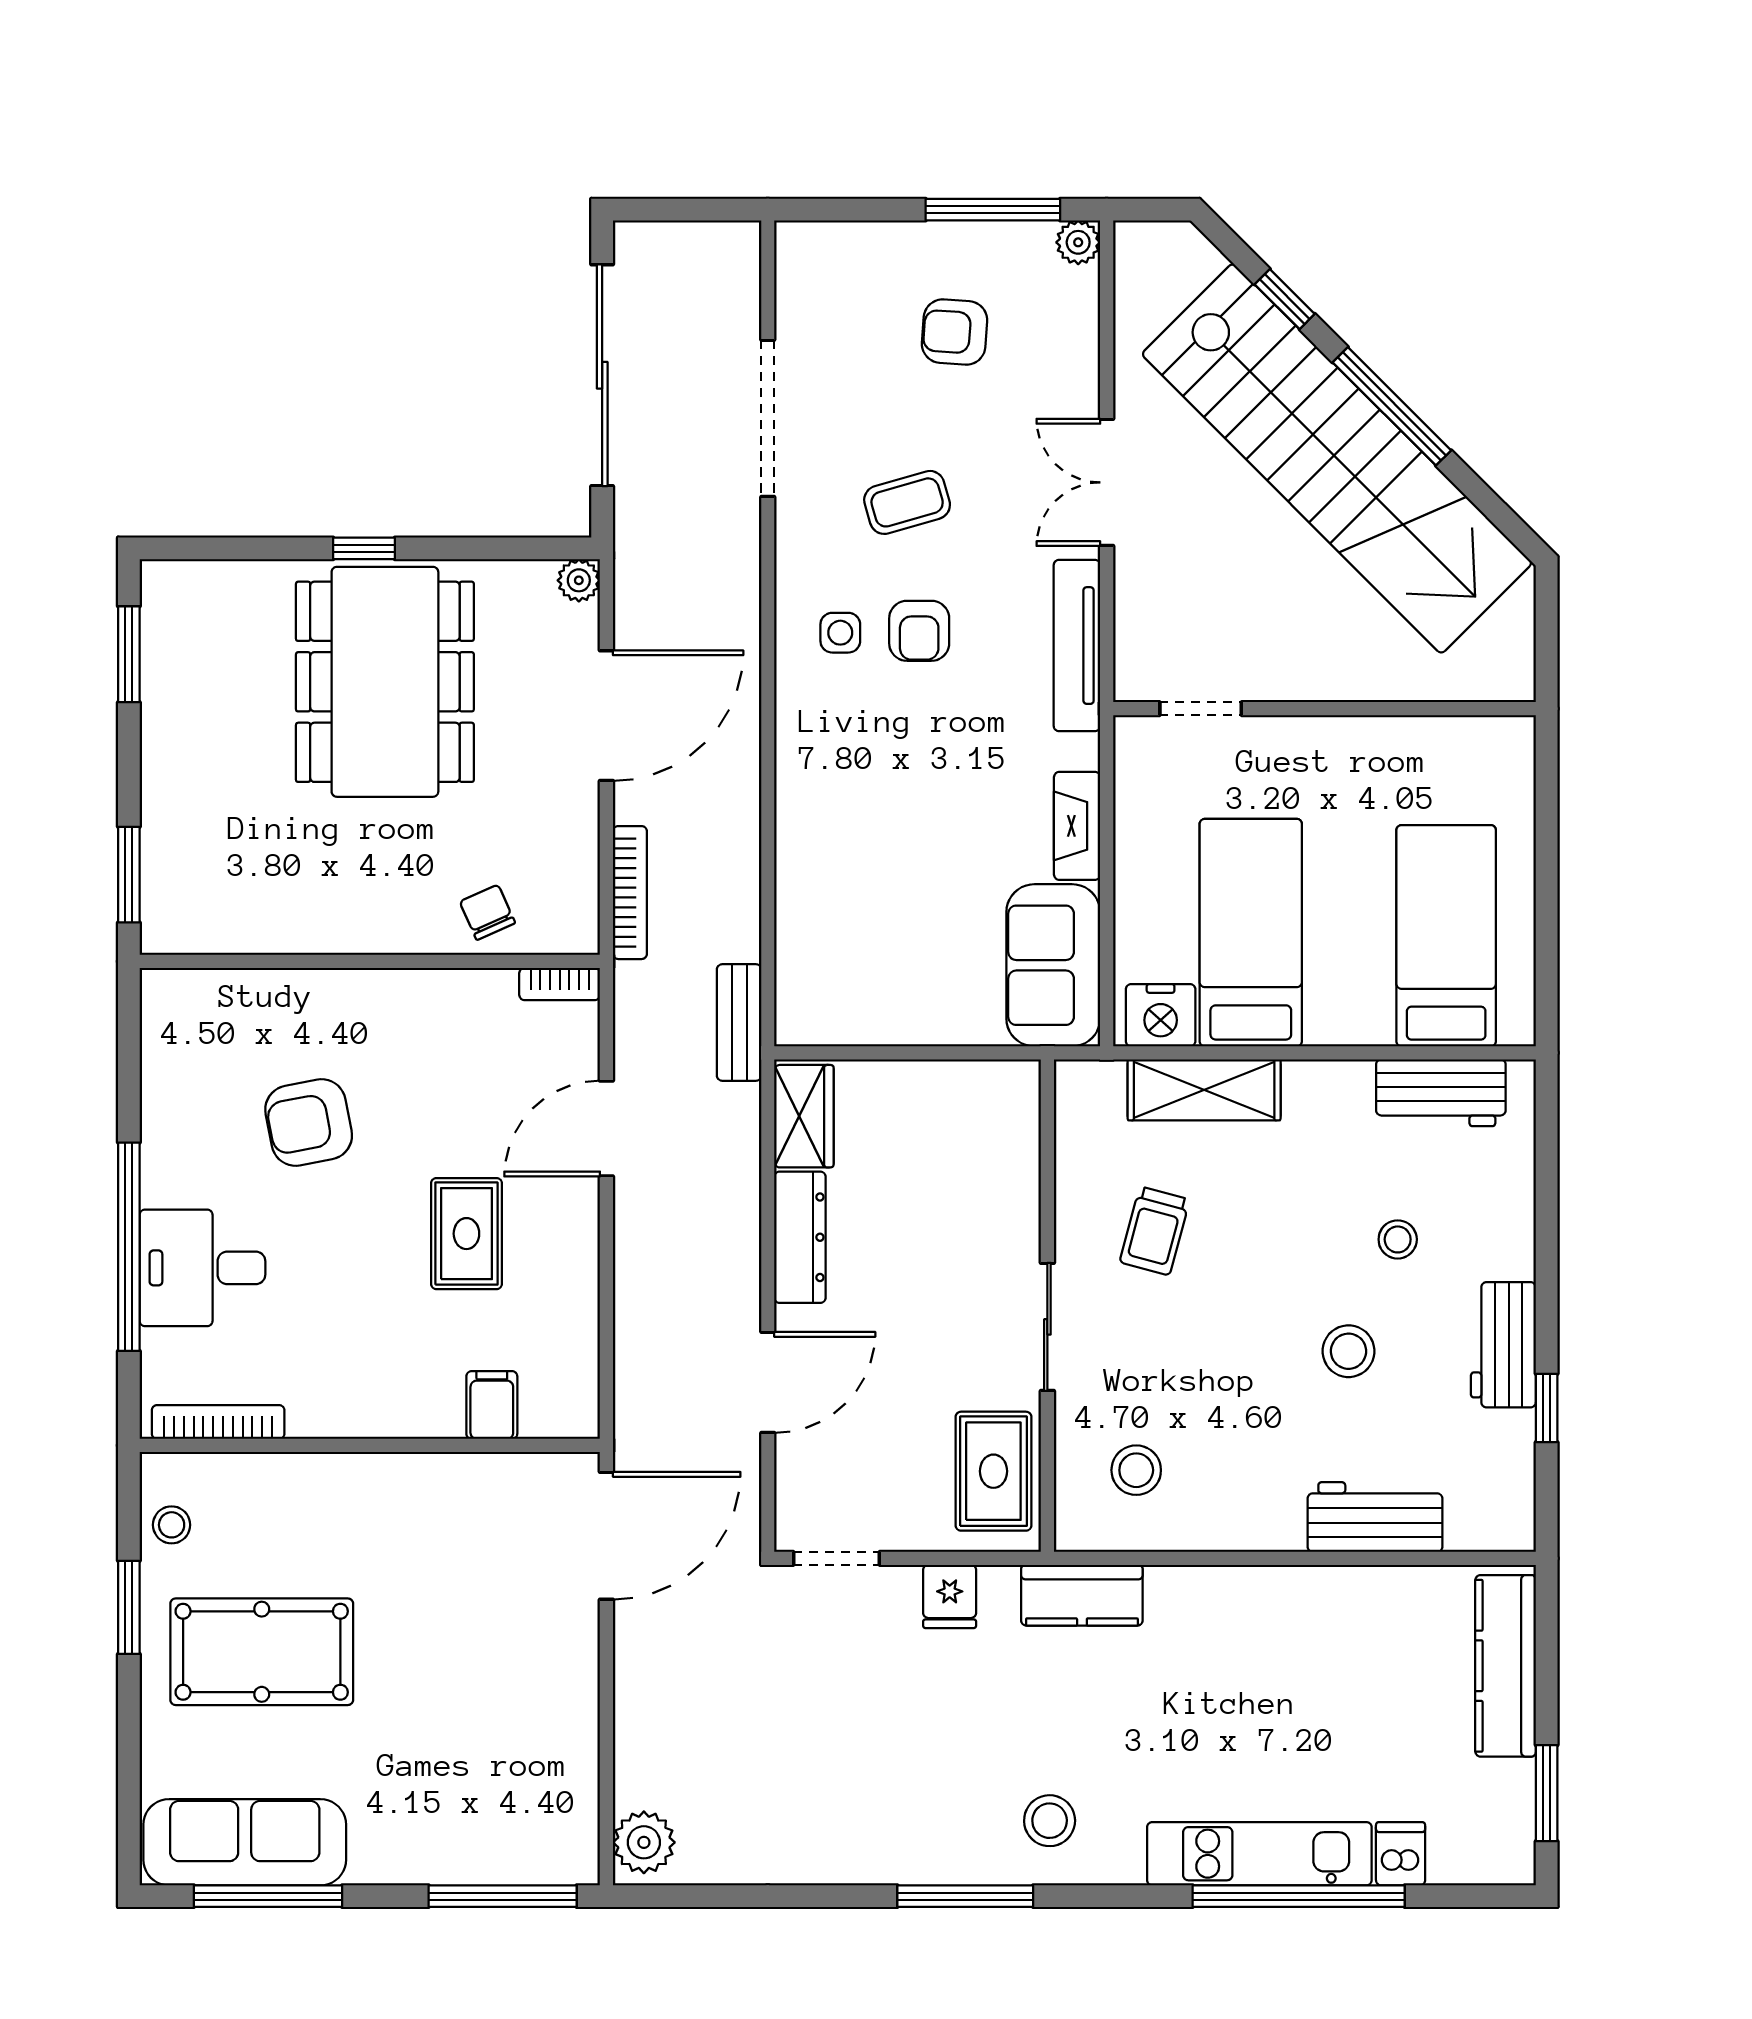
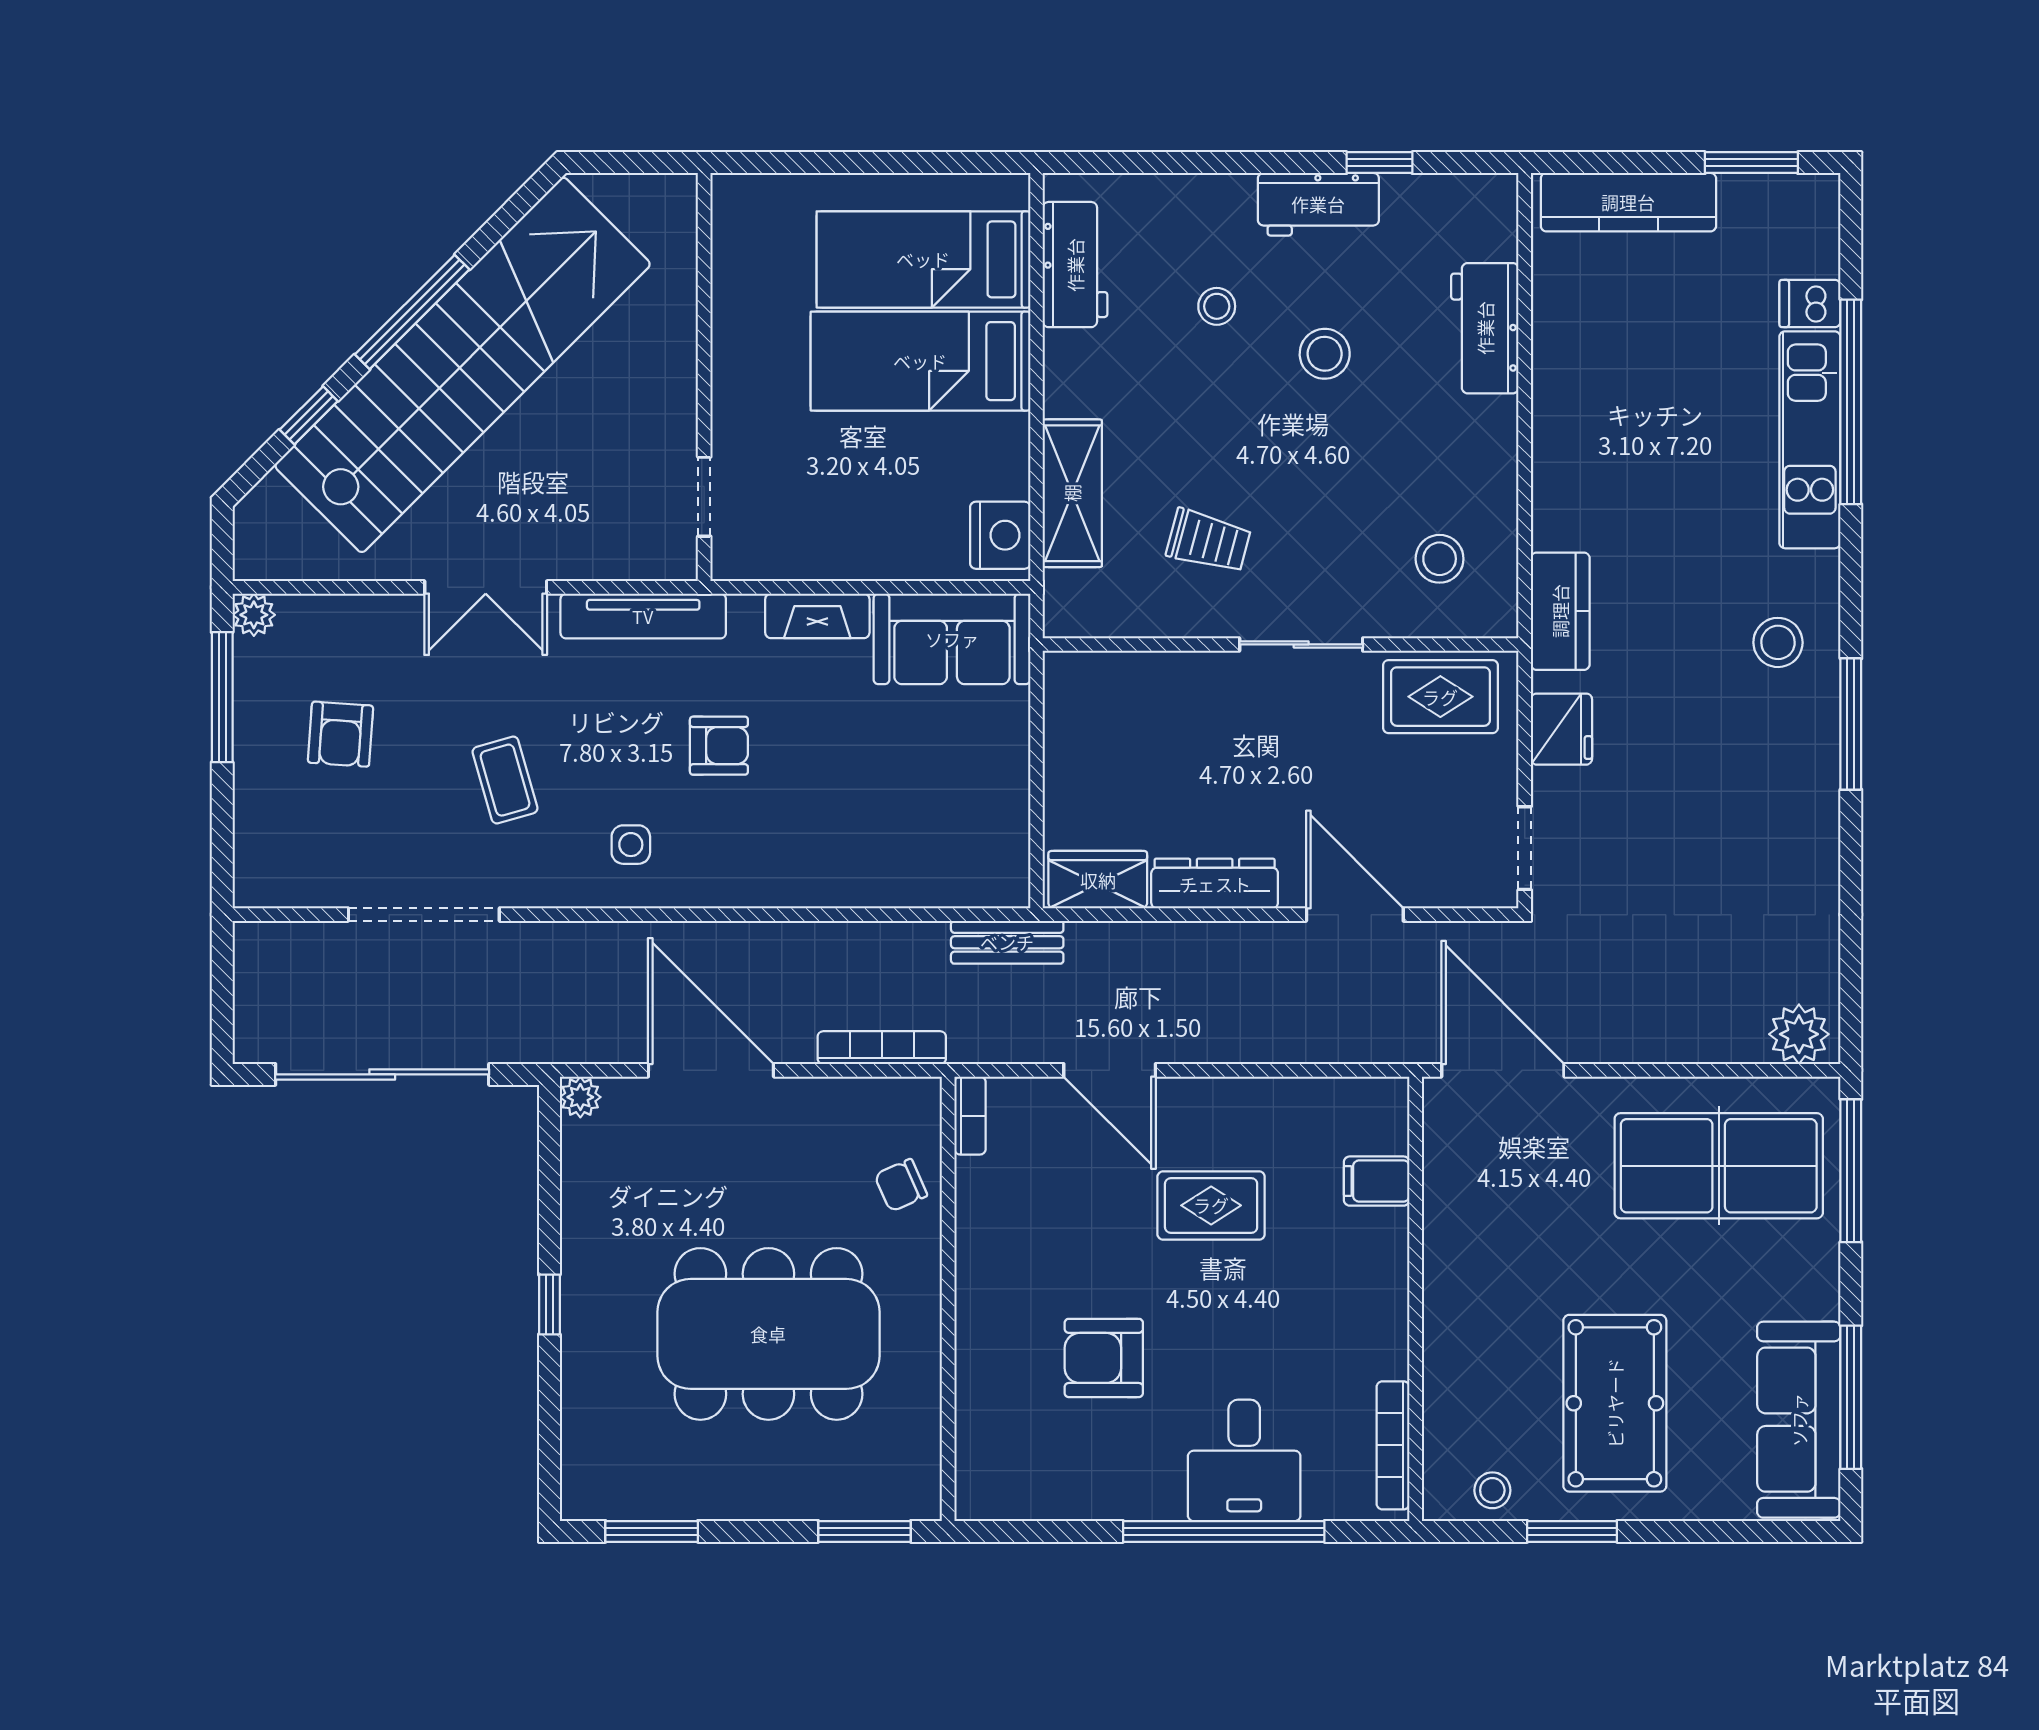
armchair: (919, 631) -> (719, 746), moved
dining table: (385, 682) -> (768, 1334), moved
bed: (1251, 933) -> (920, 361), moved
armchair: (309, 1123) -> (1104, 1358), turned 101
fridge: (950, 1596) -> (1561, 729), width x1.38
table tennis table: (508, 1759) -> (1719, 1166), added

